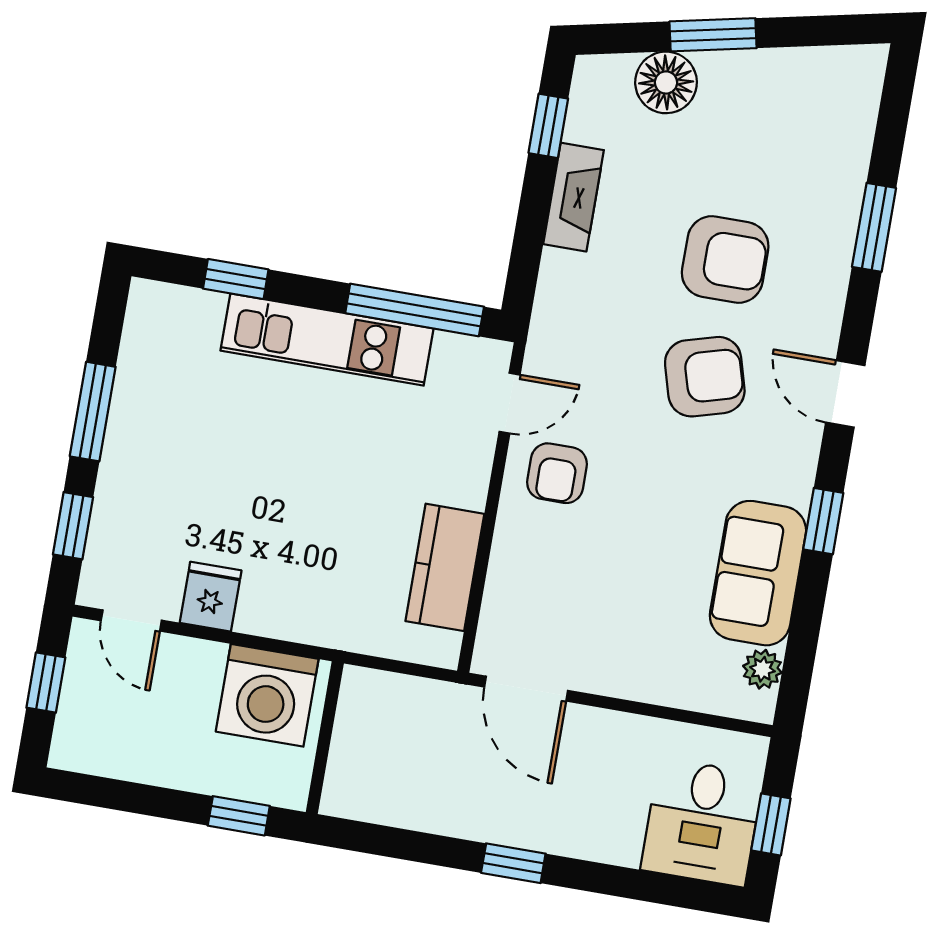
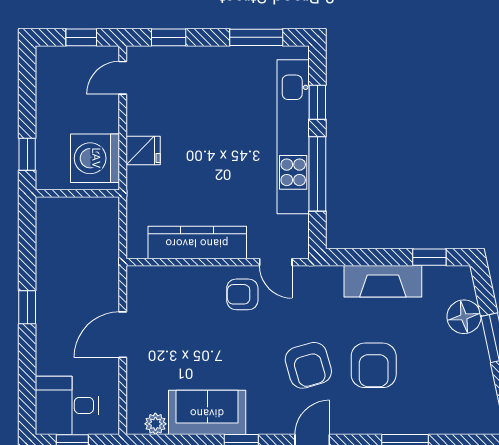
fireplace: (574, 197) -> (383, 281), width x1.37, depth x1.32
window: (415, 310) -> (317, 174), moved
kitchen unit: (327, 340) -> (293, 137), width x1.36
window: (93, 412) -> (256, 37), moved
kitchen counter: (445, 567) -> (197, 242), width x1.50
fridge: (211, 597) -> (143, 151), moved
door: (526, 689) -> (123, 335), moved

